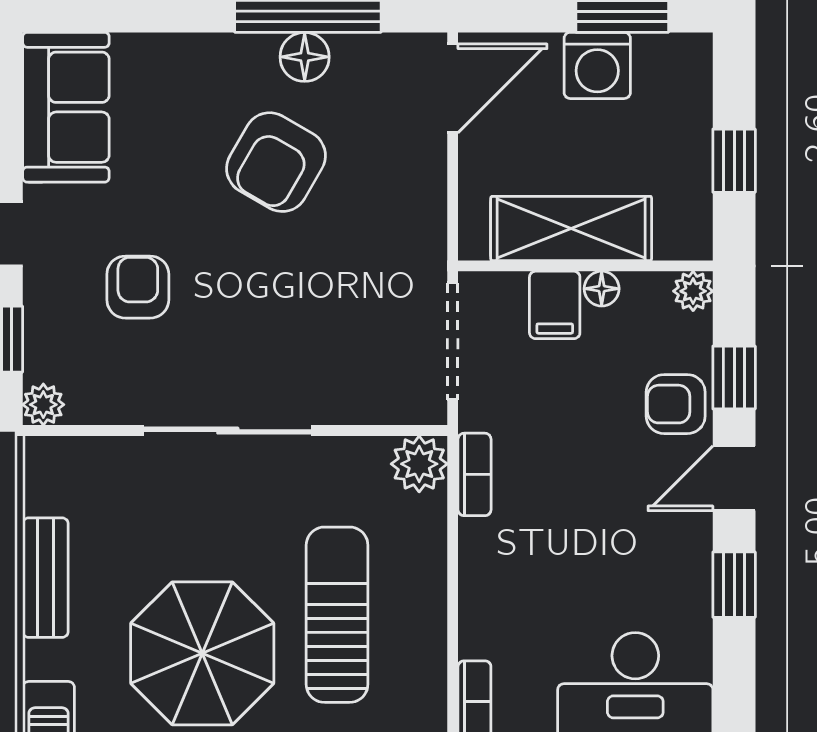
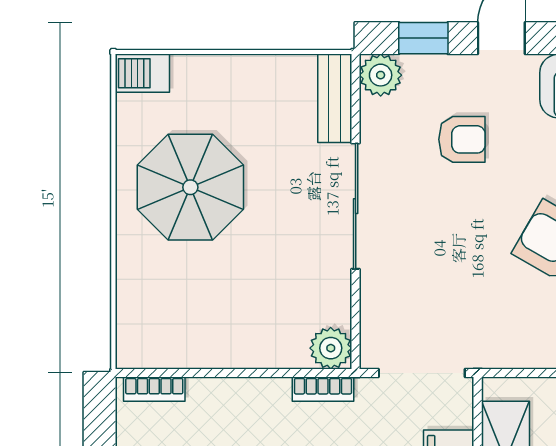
plant: (43, 405) -> (381, 75), width x1.38, depth x1.38
bench: (45, 578) -> (335, 98), moved, turned 90
sun lounger: (337, 615) -> (219, 287), removed

